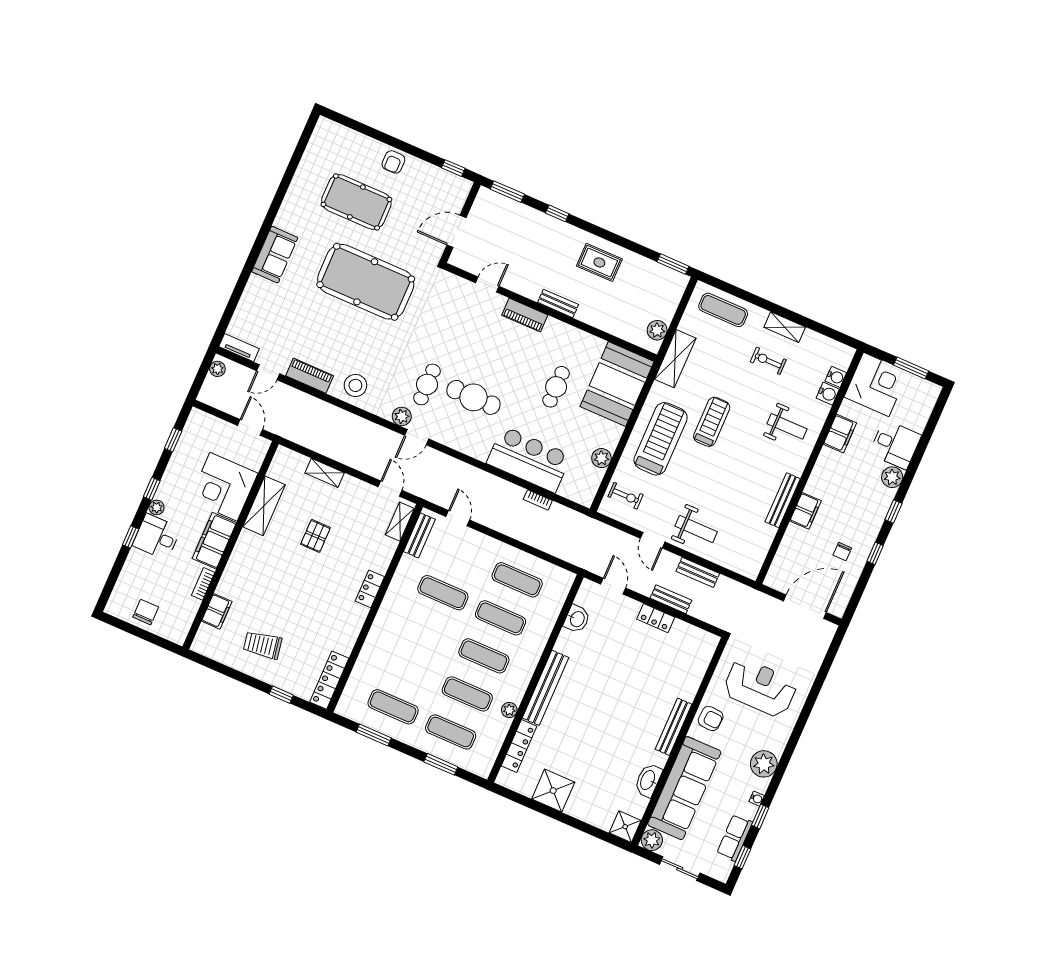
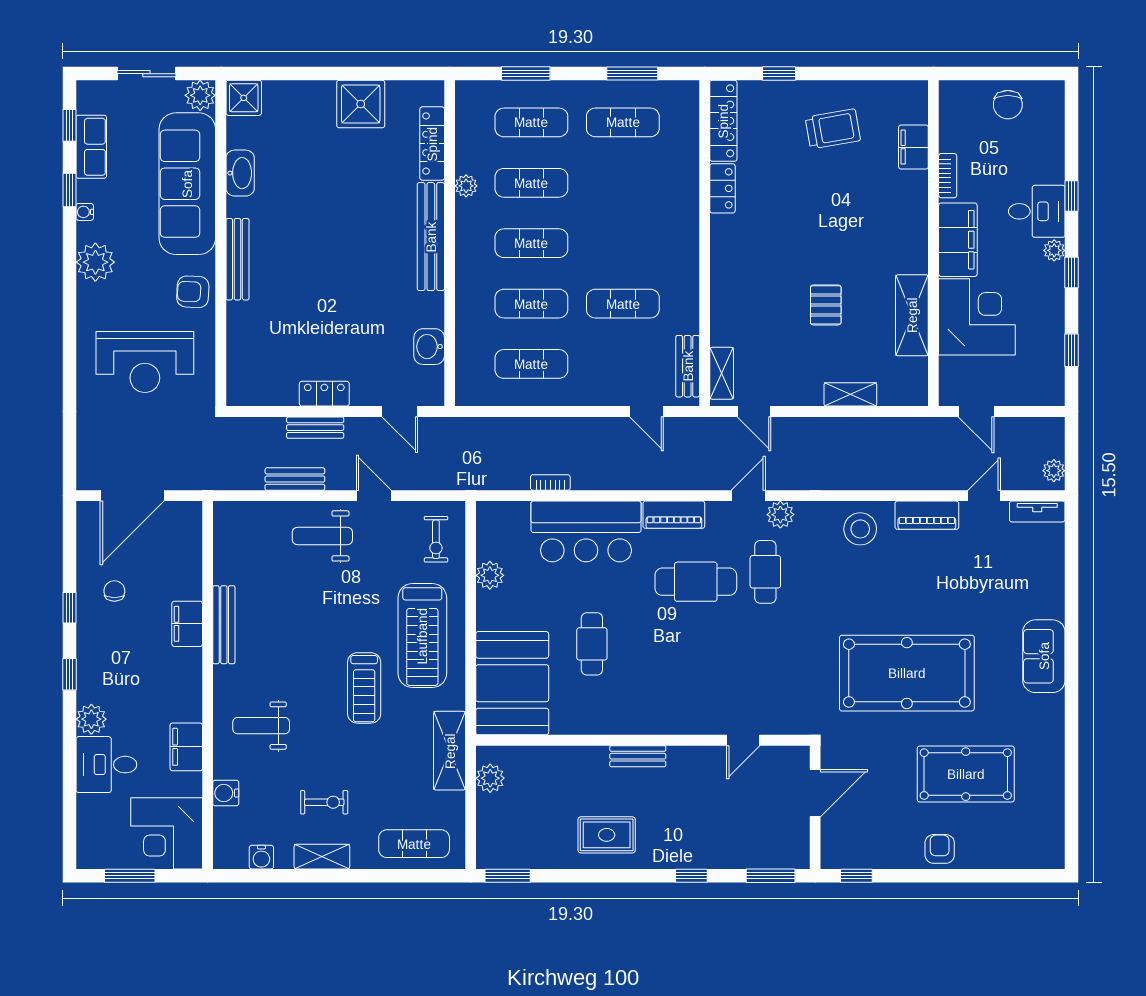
piano: (525, 315) -> (674, 515), moved, turned 180
water cooler: (836, 377) -> (261, 857), moved, turned -90
exercise bike: (625, 496) -> (436, 539), turned -90
locker: (370, 589) -> (722, 188), moved

